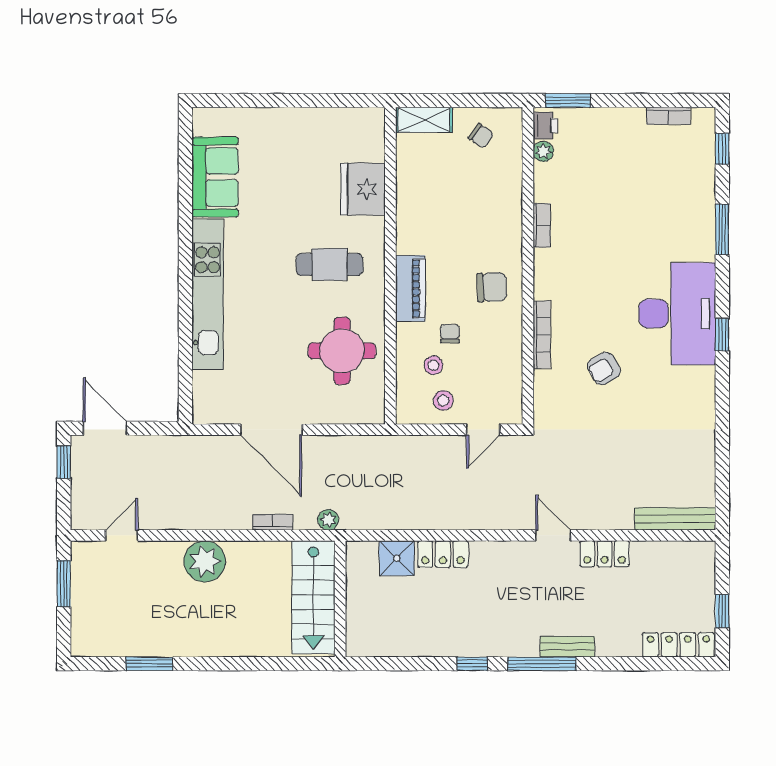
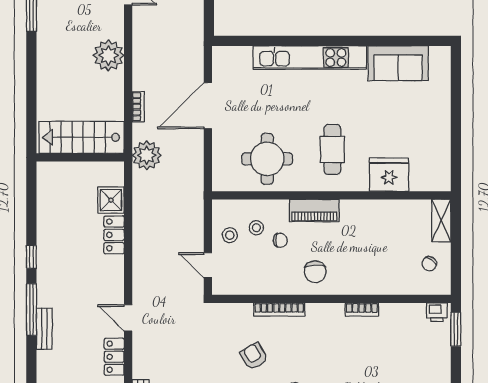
plant: (543, 151) -> (417, 311), removed
plant: (328, 520) -> (147, 155), width x1.88, depth x1.88
door: (553, 535) -> (128, 318), swing flipped

